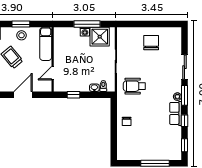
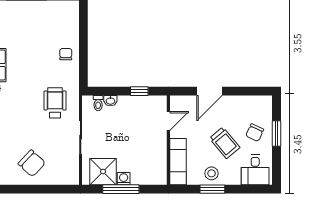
chair: (151, 43) -> (32, 163), turned -47
wheelchair: (134, 86) -> (55, 103), turned -90

